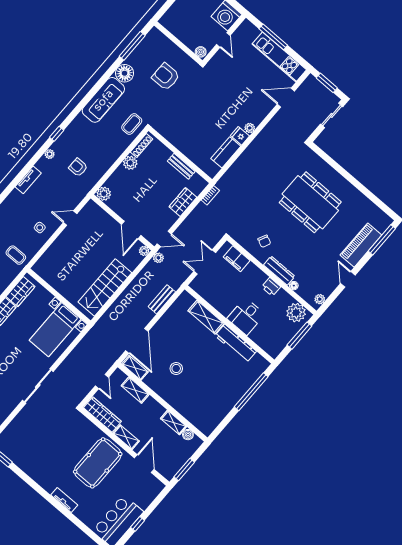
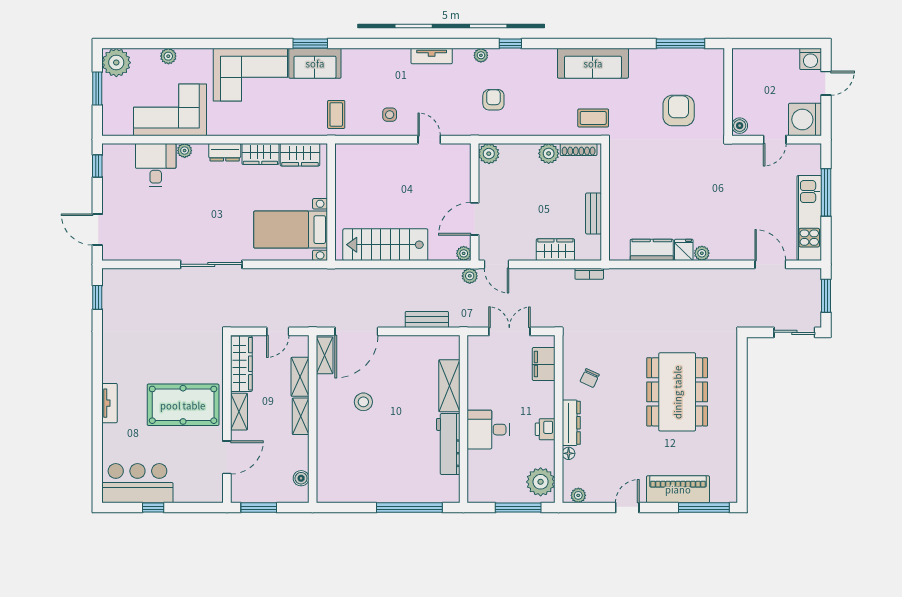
floor lamp: (125, 73) -> (643, 61), removed
shelving: (174, 423) -> (301, 416), moved

